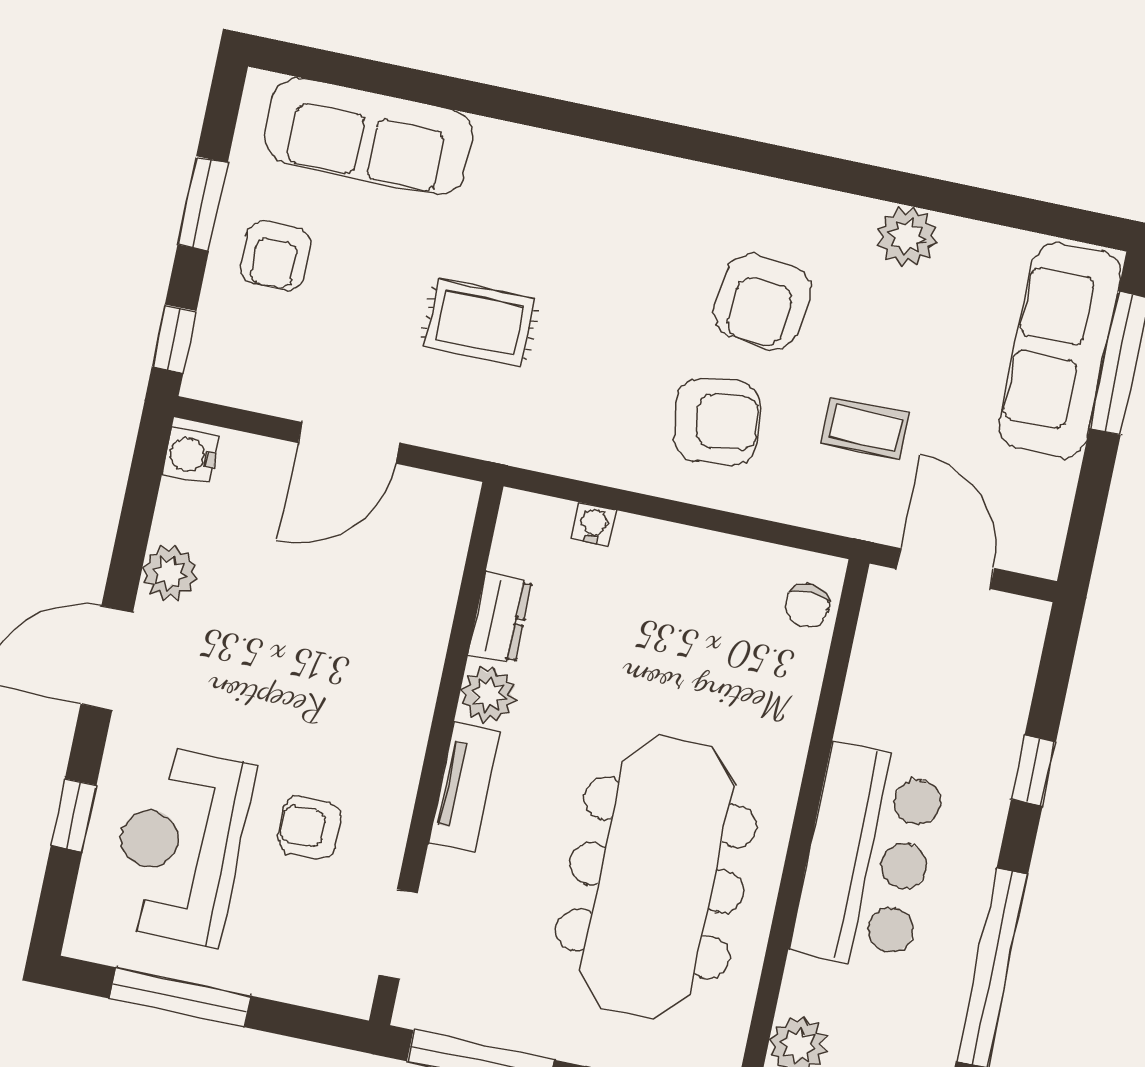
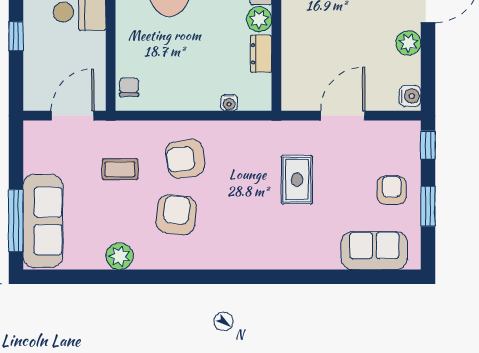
sofa: (368, 136) -> (374, 251), width x0.73
rug: (480, 323) -> (297, 180), turned 90
door: (945, 569) -> (73, 116), swing flipped

